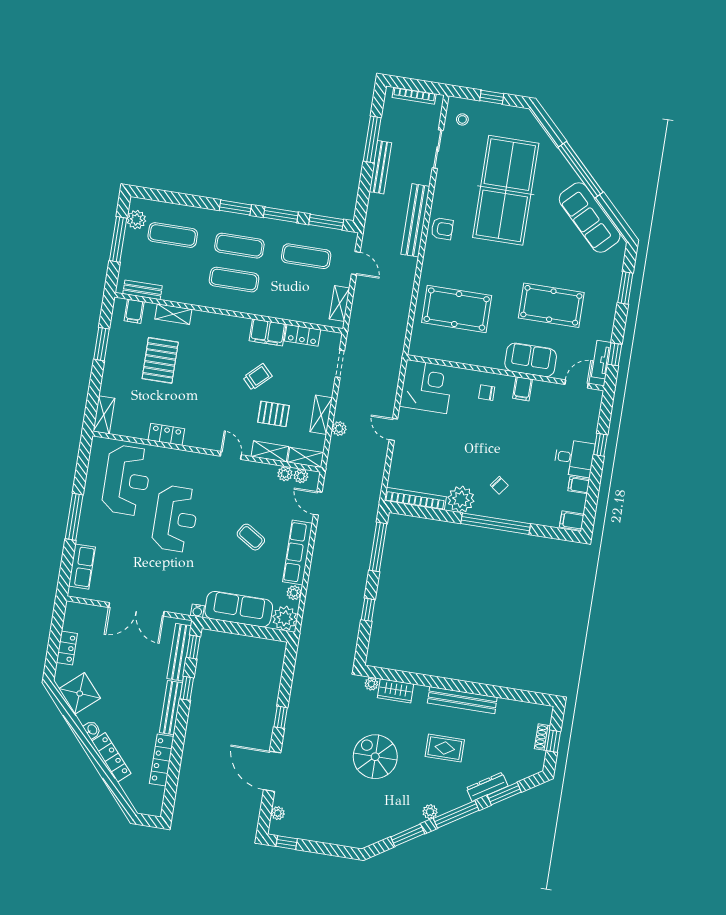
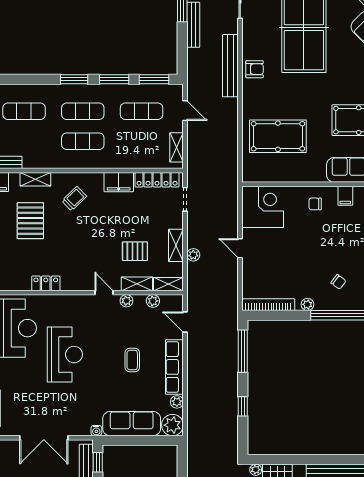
locker: (303, 335) -> (157, 180), width x1.53
trolley: (258, 377) -> (74, 199), moved
plant: (301, 476) -> (126, 301), moved
plant: (461, 499) -> (307, 304), width x0.53, depth x0.53
coffee table: (251, 537) -> (132, 360), turned 58

